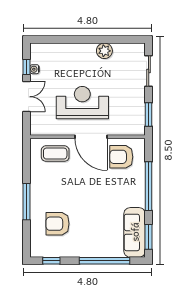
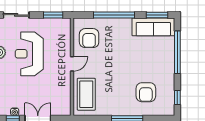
reception desk: (82, 103) -> (29, 54), moved
door: (91, 137) -> (72, 64), width x0.53
coffee table: (55, 154) -> (86, 94), width x1.36, depth x1.32

